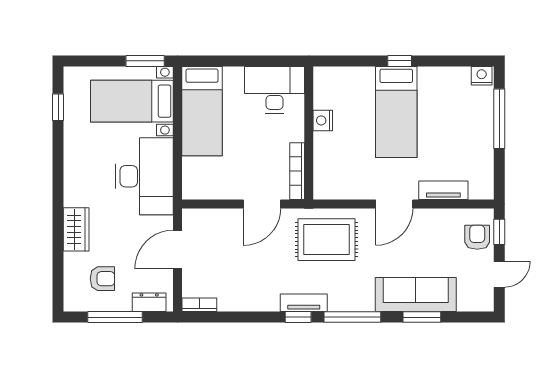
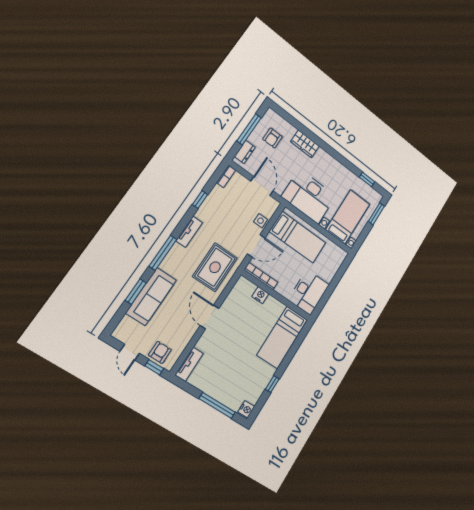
window: (145, 61) -> (376, 214), moved
window: (400, 61) -> (272, 384), moved
bed: (202, 111) -> (298, 237), moved, turned 180
bed: (396, 112) -> (282, 337), moved, turned -90
nightstand: (323, 120) -> (260, 295), moved
tv unit: (443, 190) -> (189, 364), moved
door: (262, 204) -> (256, 246), swing flipped
side table: (225, 221) -> (260, 221), added
armchair: (477, 237) -> (160, 352), turned -90
window: (298, 317) -> (200, 200), moved

